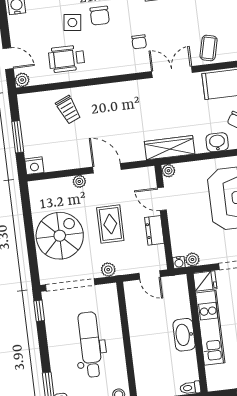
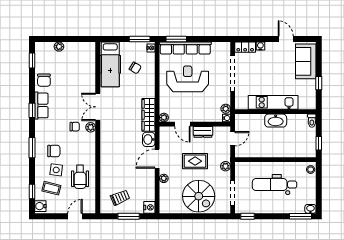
coffee table: (209, 48) -> (51, 188), moved
plant: (22, 80) -> (91, 127), moved
trolley: (68, 110) -> (120, 198), moved
washbasin: (217, 142) -> (149, 139), moved
door: (162, 199) -> (182, 124), hinge flipped
spiral stairs: (60, 236) -> (199, 196), turned 180
fridge: (205, 281) -> (241, 102), removed
doorway: (70, 285) -> (233, 193), width x0.73

